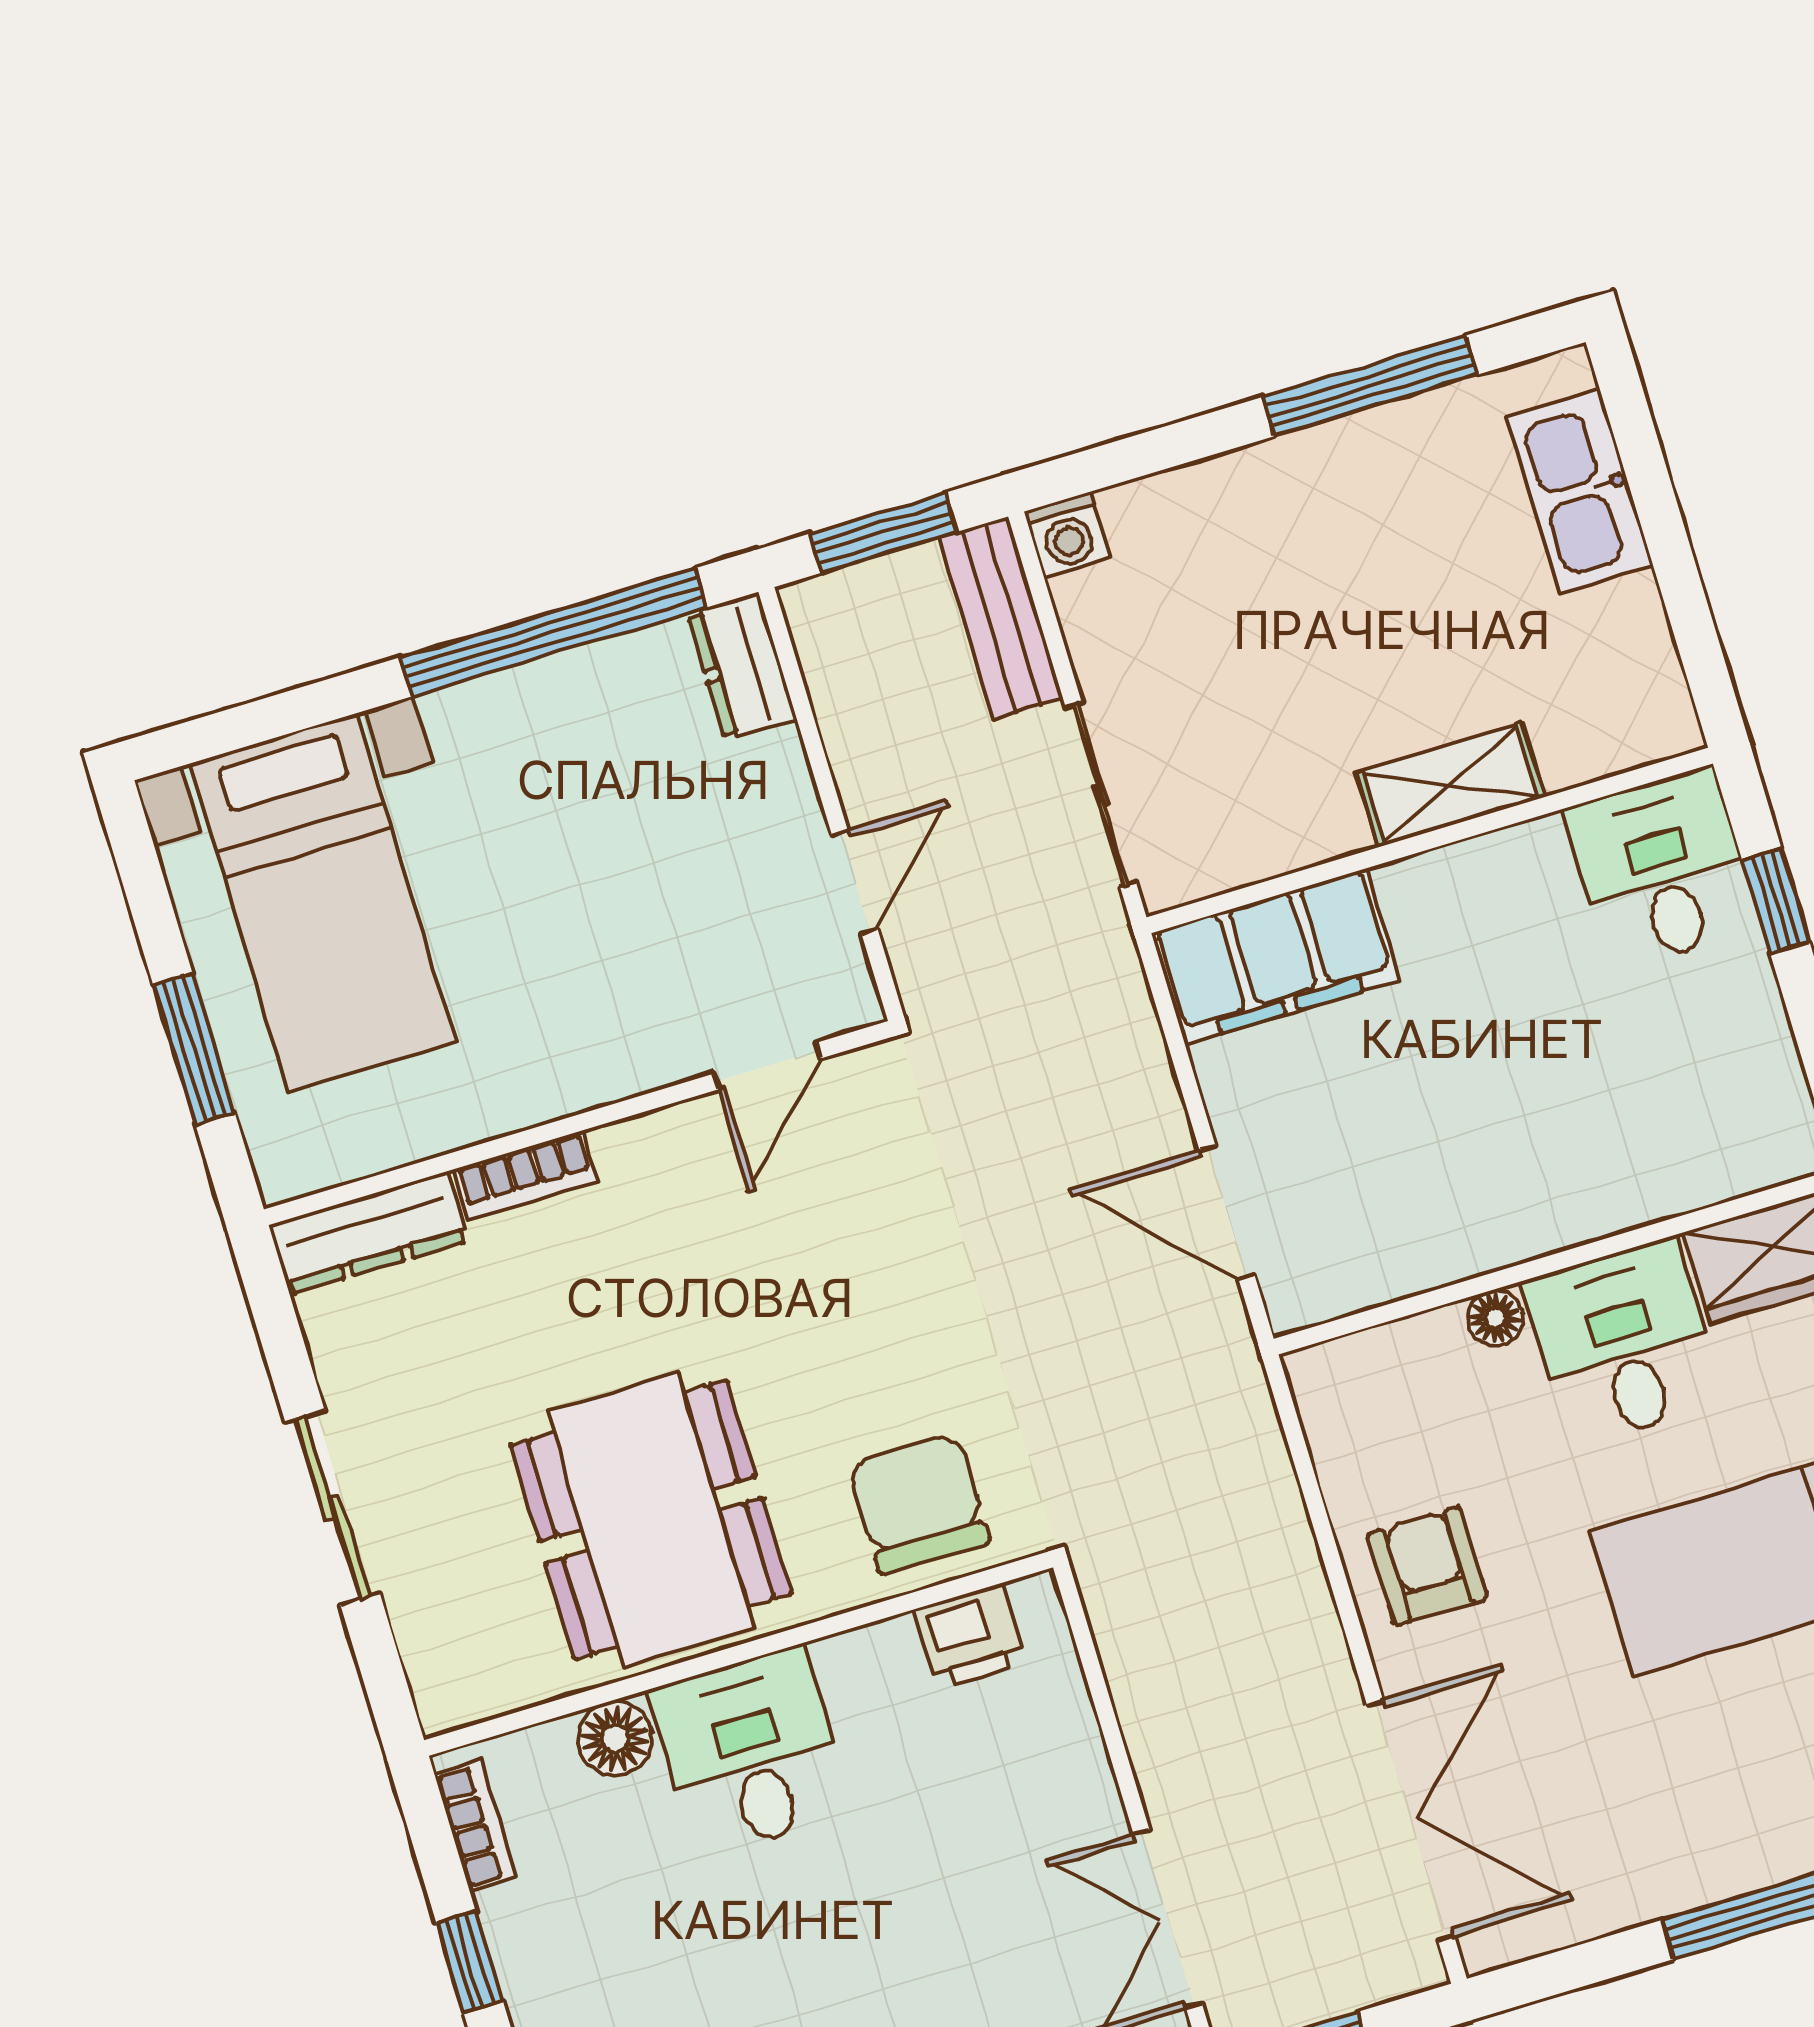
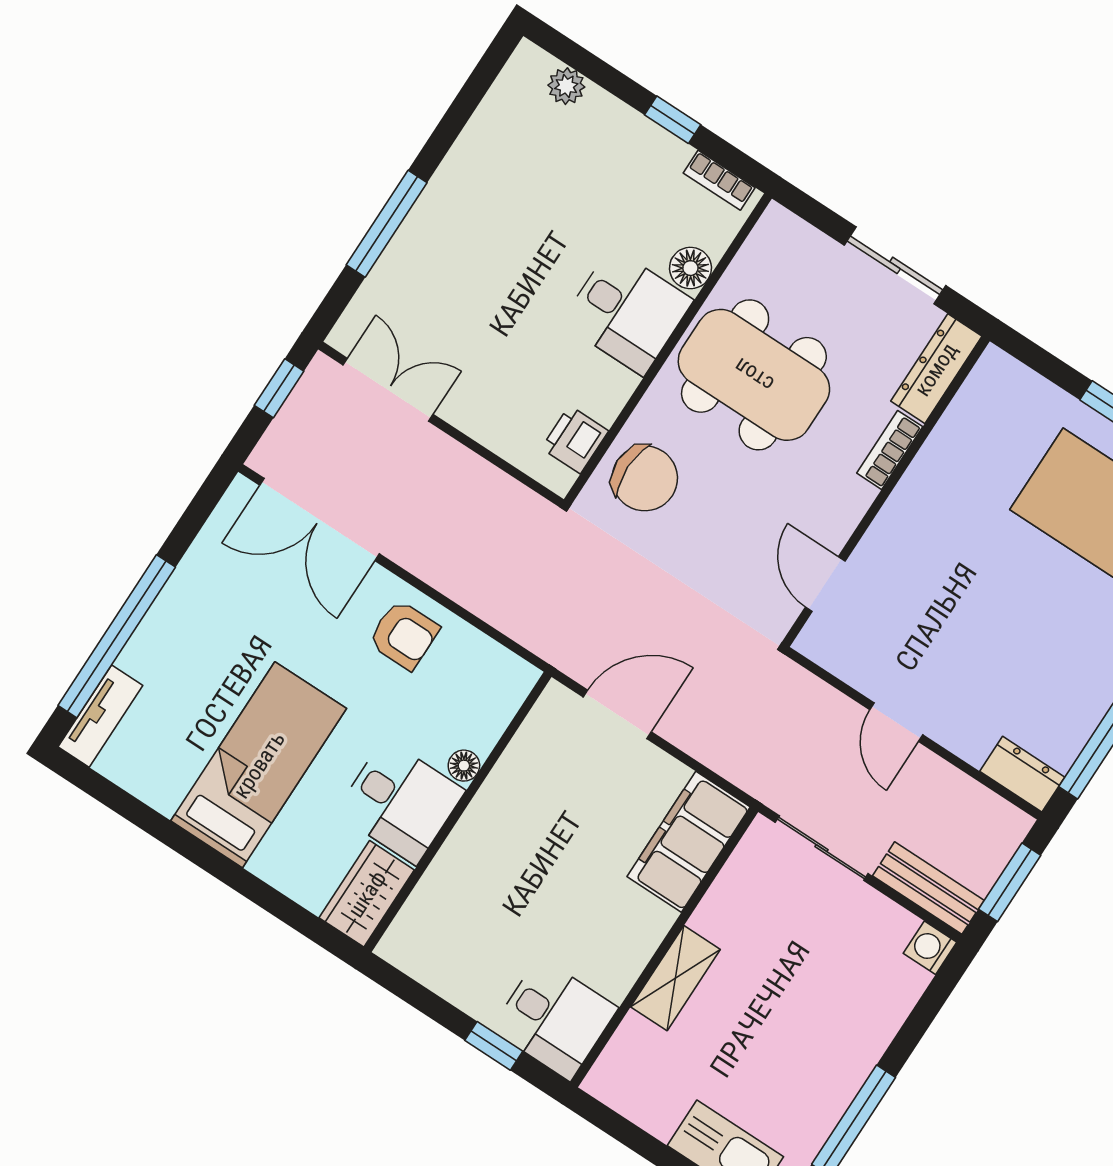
door: (767, 1066) -> (825, 584), moved
wall: (578, 1123) -> (886, 491), moved
bookcase: (525, 1176) -> (890, 450), moved
dresser: (368, 1233) -> (936, 369), moved

